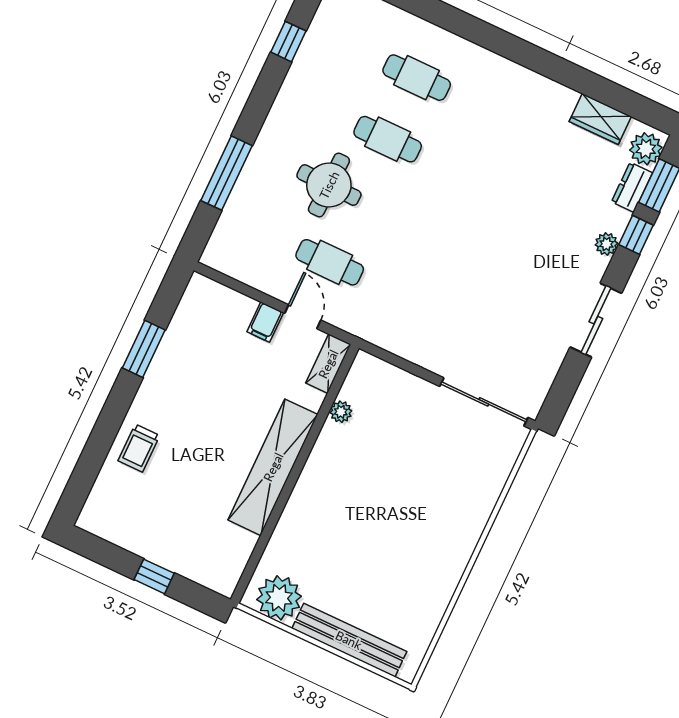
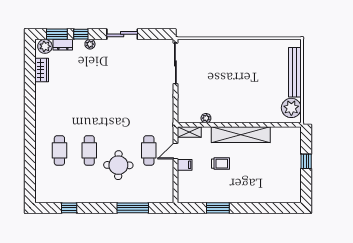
trolley: (139, 448) -> (220, 164), moved

